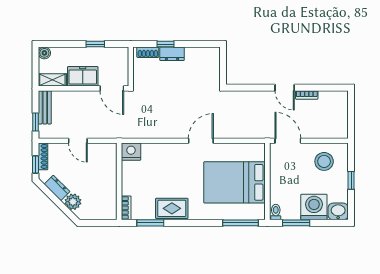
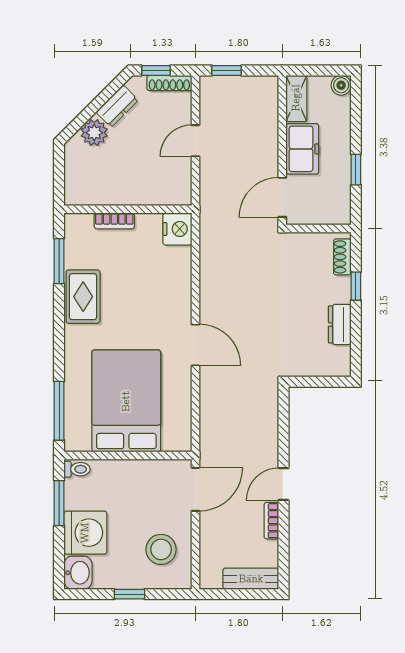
dresser: (172, 54) -> (340, 324), moved
bench: (45, 107) -> (251, 579), moved
bookcase: (126, 208) -> (114, 221), moved

